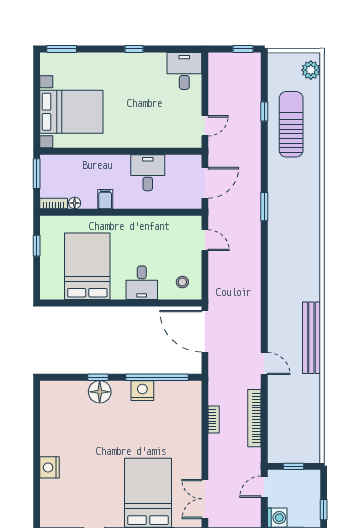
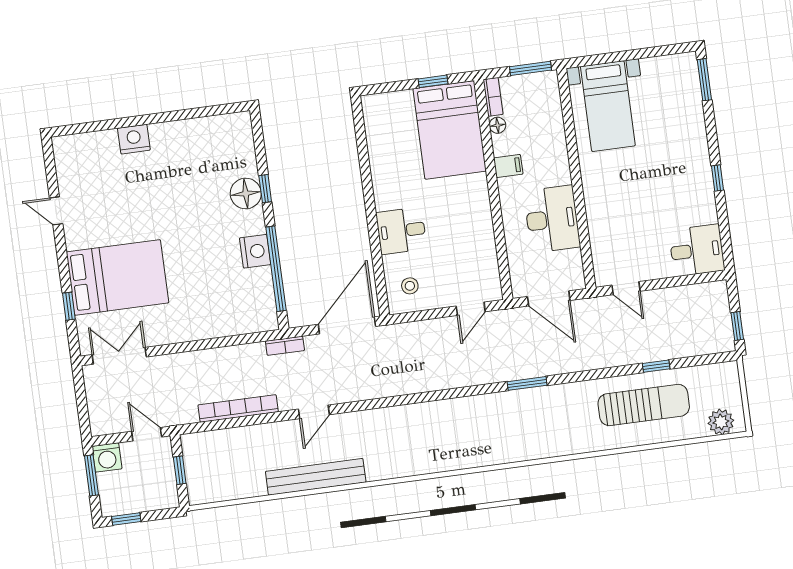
bed with nightstands: (71, 112) -> (608, 106), width x0.73
desk: (148, 173) -> (552, 219), width x1.37
bed: (87, 266) -> (450, 130), moved, turned 90
bench: (311, 338) -> (316, 477), moved
bookcase: (214, 420) -> (285, 346), moved

